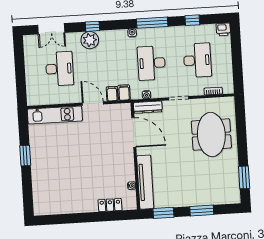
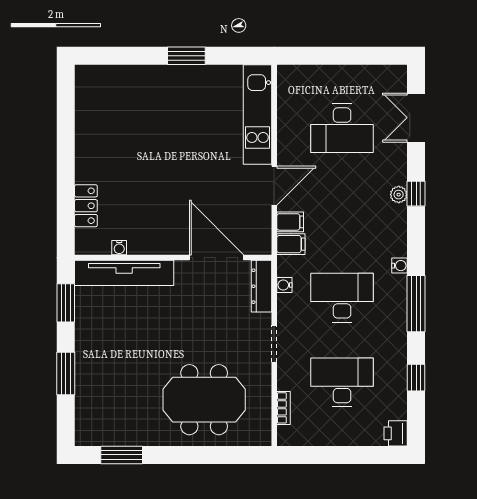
plant: (90, 40) -> (399, 195), width x0.53, depth x0.53
desk: (197, 60) -> (342, 382), turned 180
door: (134, 132) -> (216, 258), swing flipped

